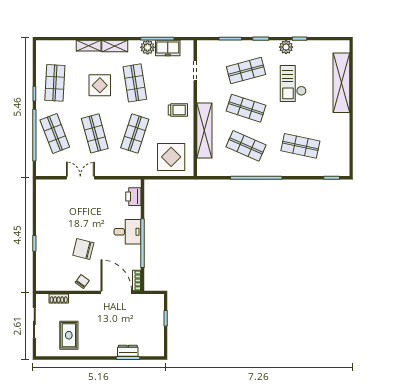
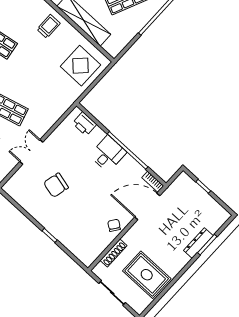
shop shelf: (135, 133) -> (36, 77), removed
chair: (83, 249) -> (56, 185), moved
shoe rack: (59, 299) -> (114, 253), width x1.43
rug: (69, 335) -> (147, 275), width x1.36, depth x1.43
dresser: (128, 351) -> (198, 243), width x1.44

